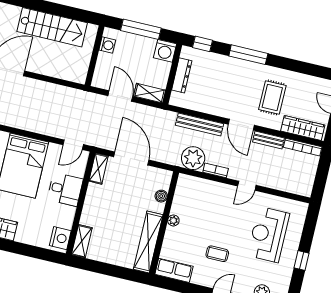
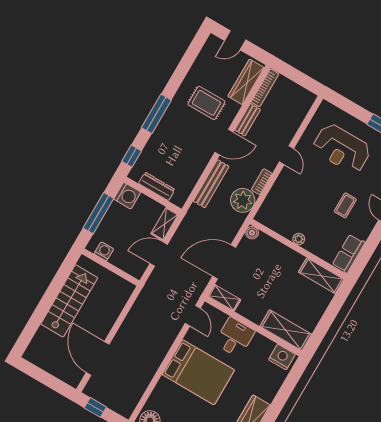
boiler: (161, 196) -> (252, 233), moved
shelving: (82, 241) -> (286, 330), width x1.50, depth x1.33
shelving: (148, 242) -> (321, 276), width x0.68

